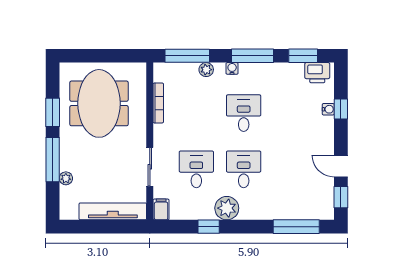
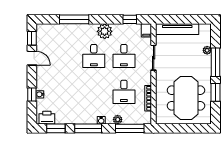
desk: (244, 113) -> (124, 92), moved
window: (209, 227) -> (130, 19), moved
window: (296, 227) -> (74, 19), moved

